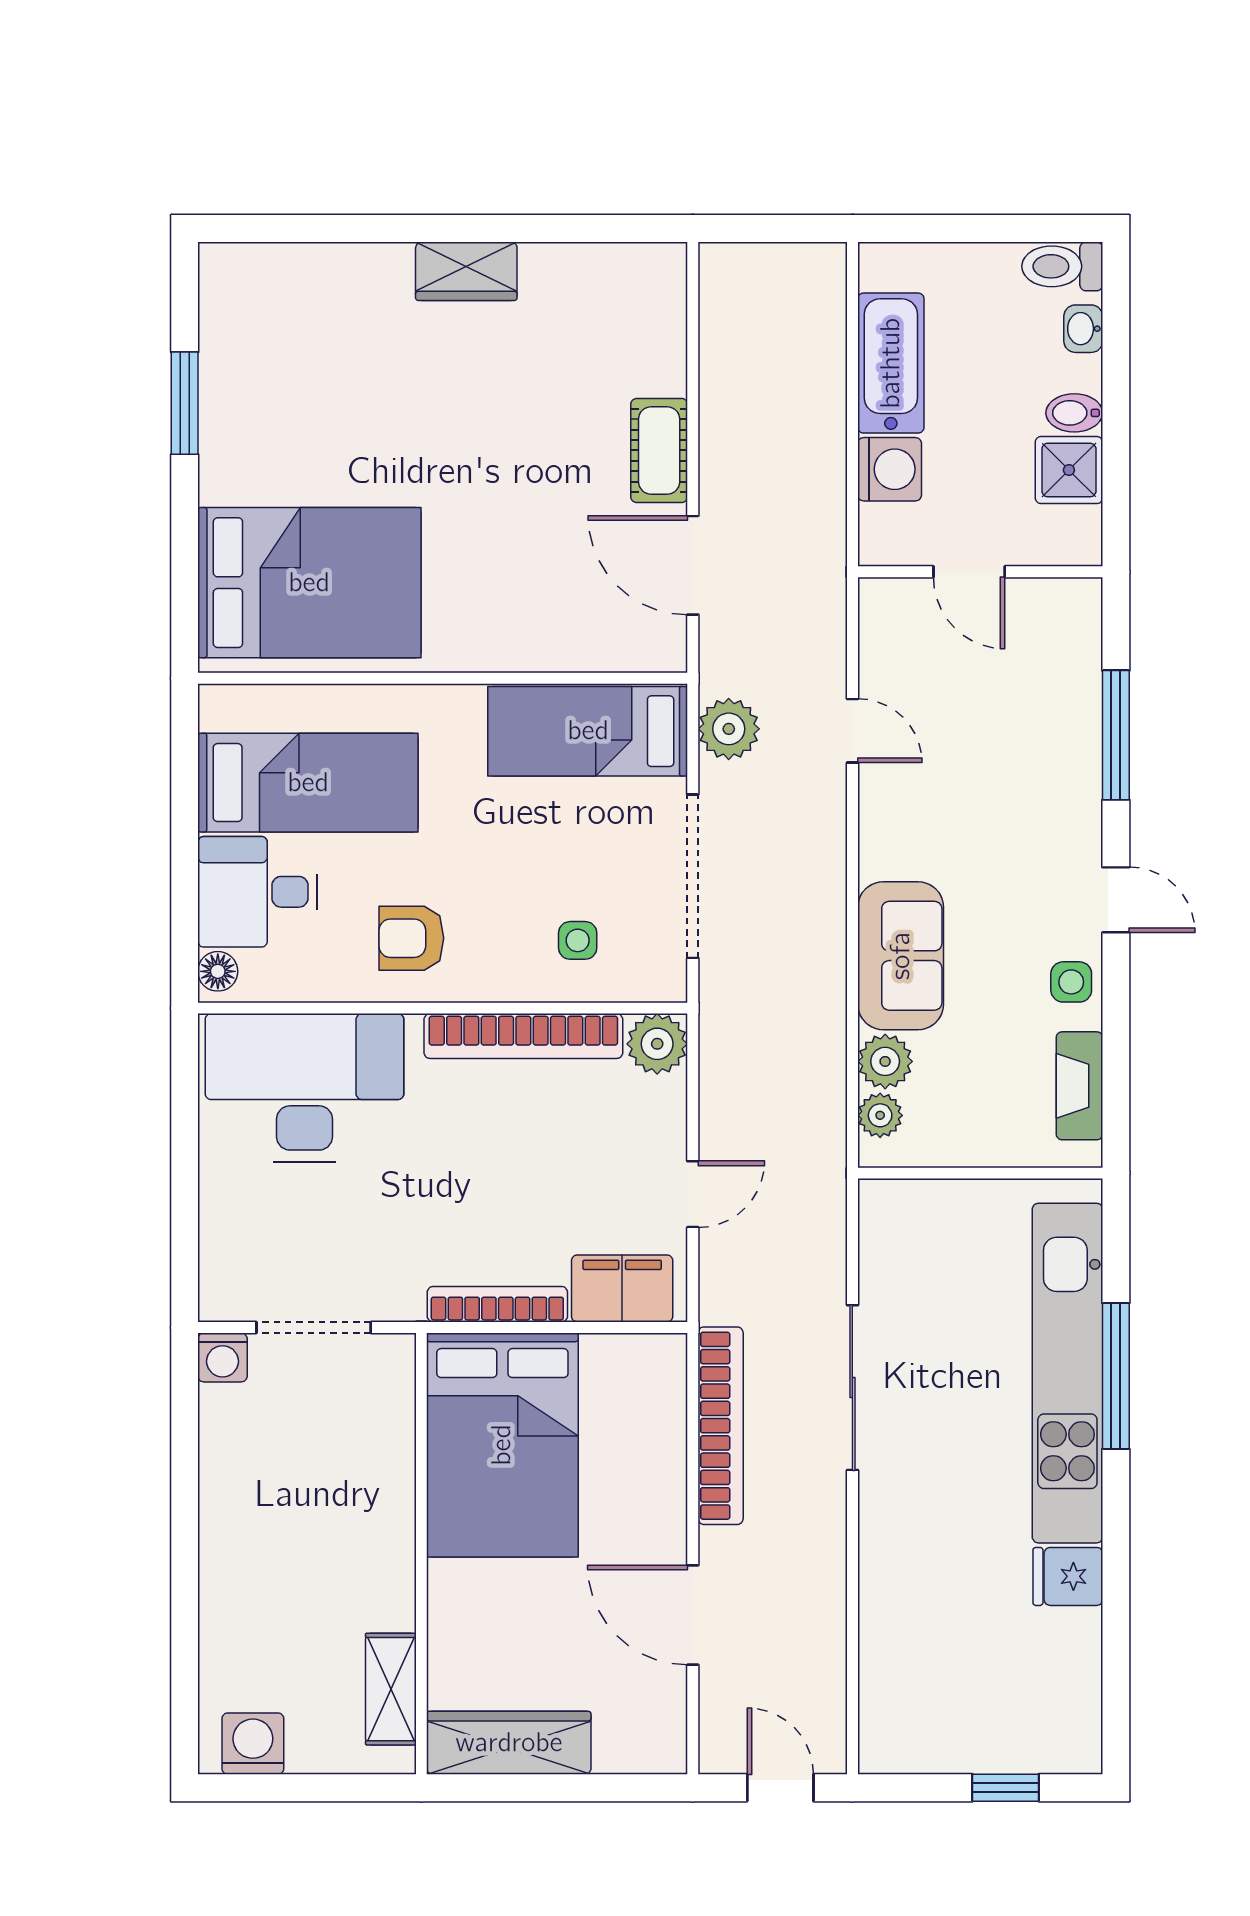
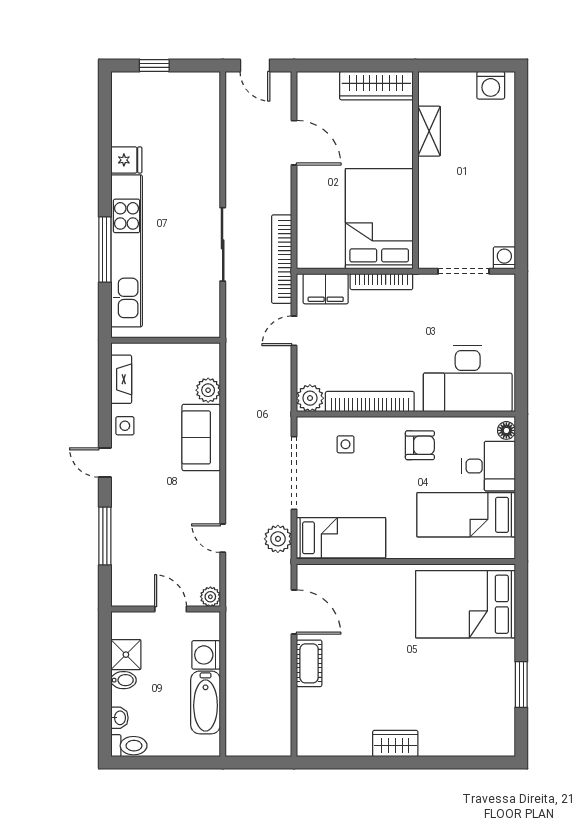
plant: (880, 1115) -> (210, 597), moved
bookcase: (721, 1426) -> (282, 259), moved
shelving: (391, 1689) -> (429, 131), moved

